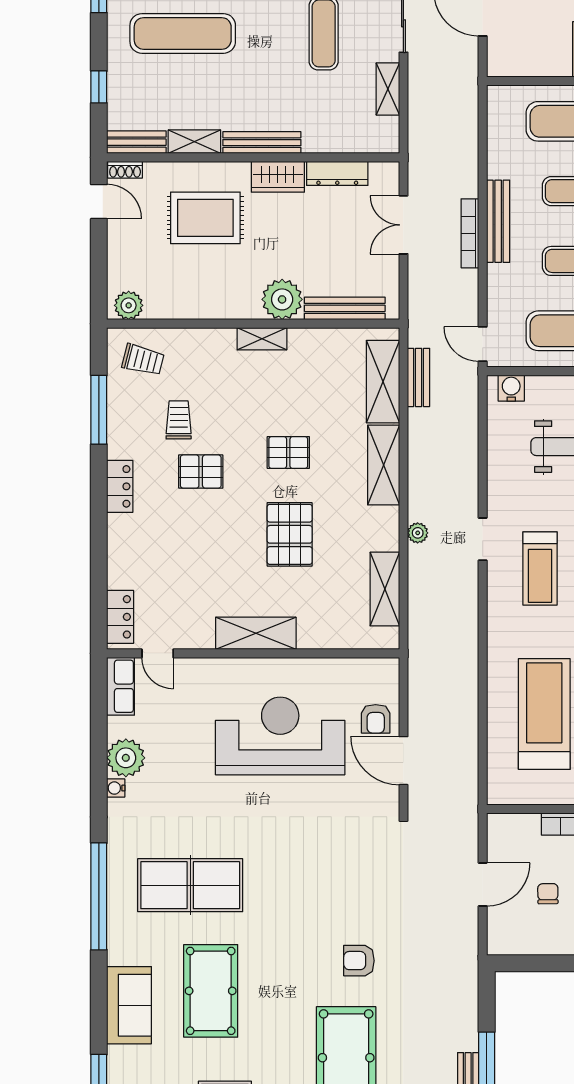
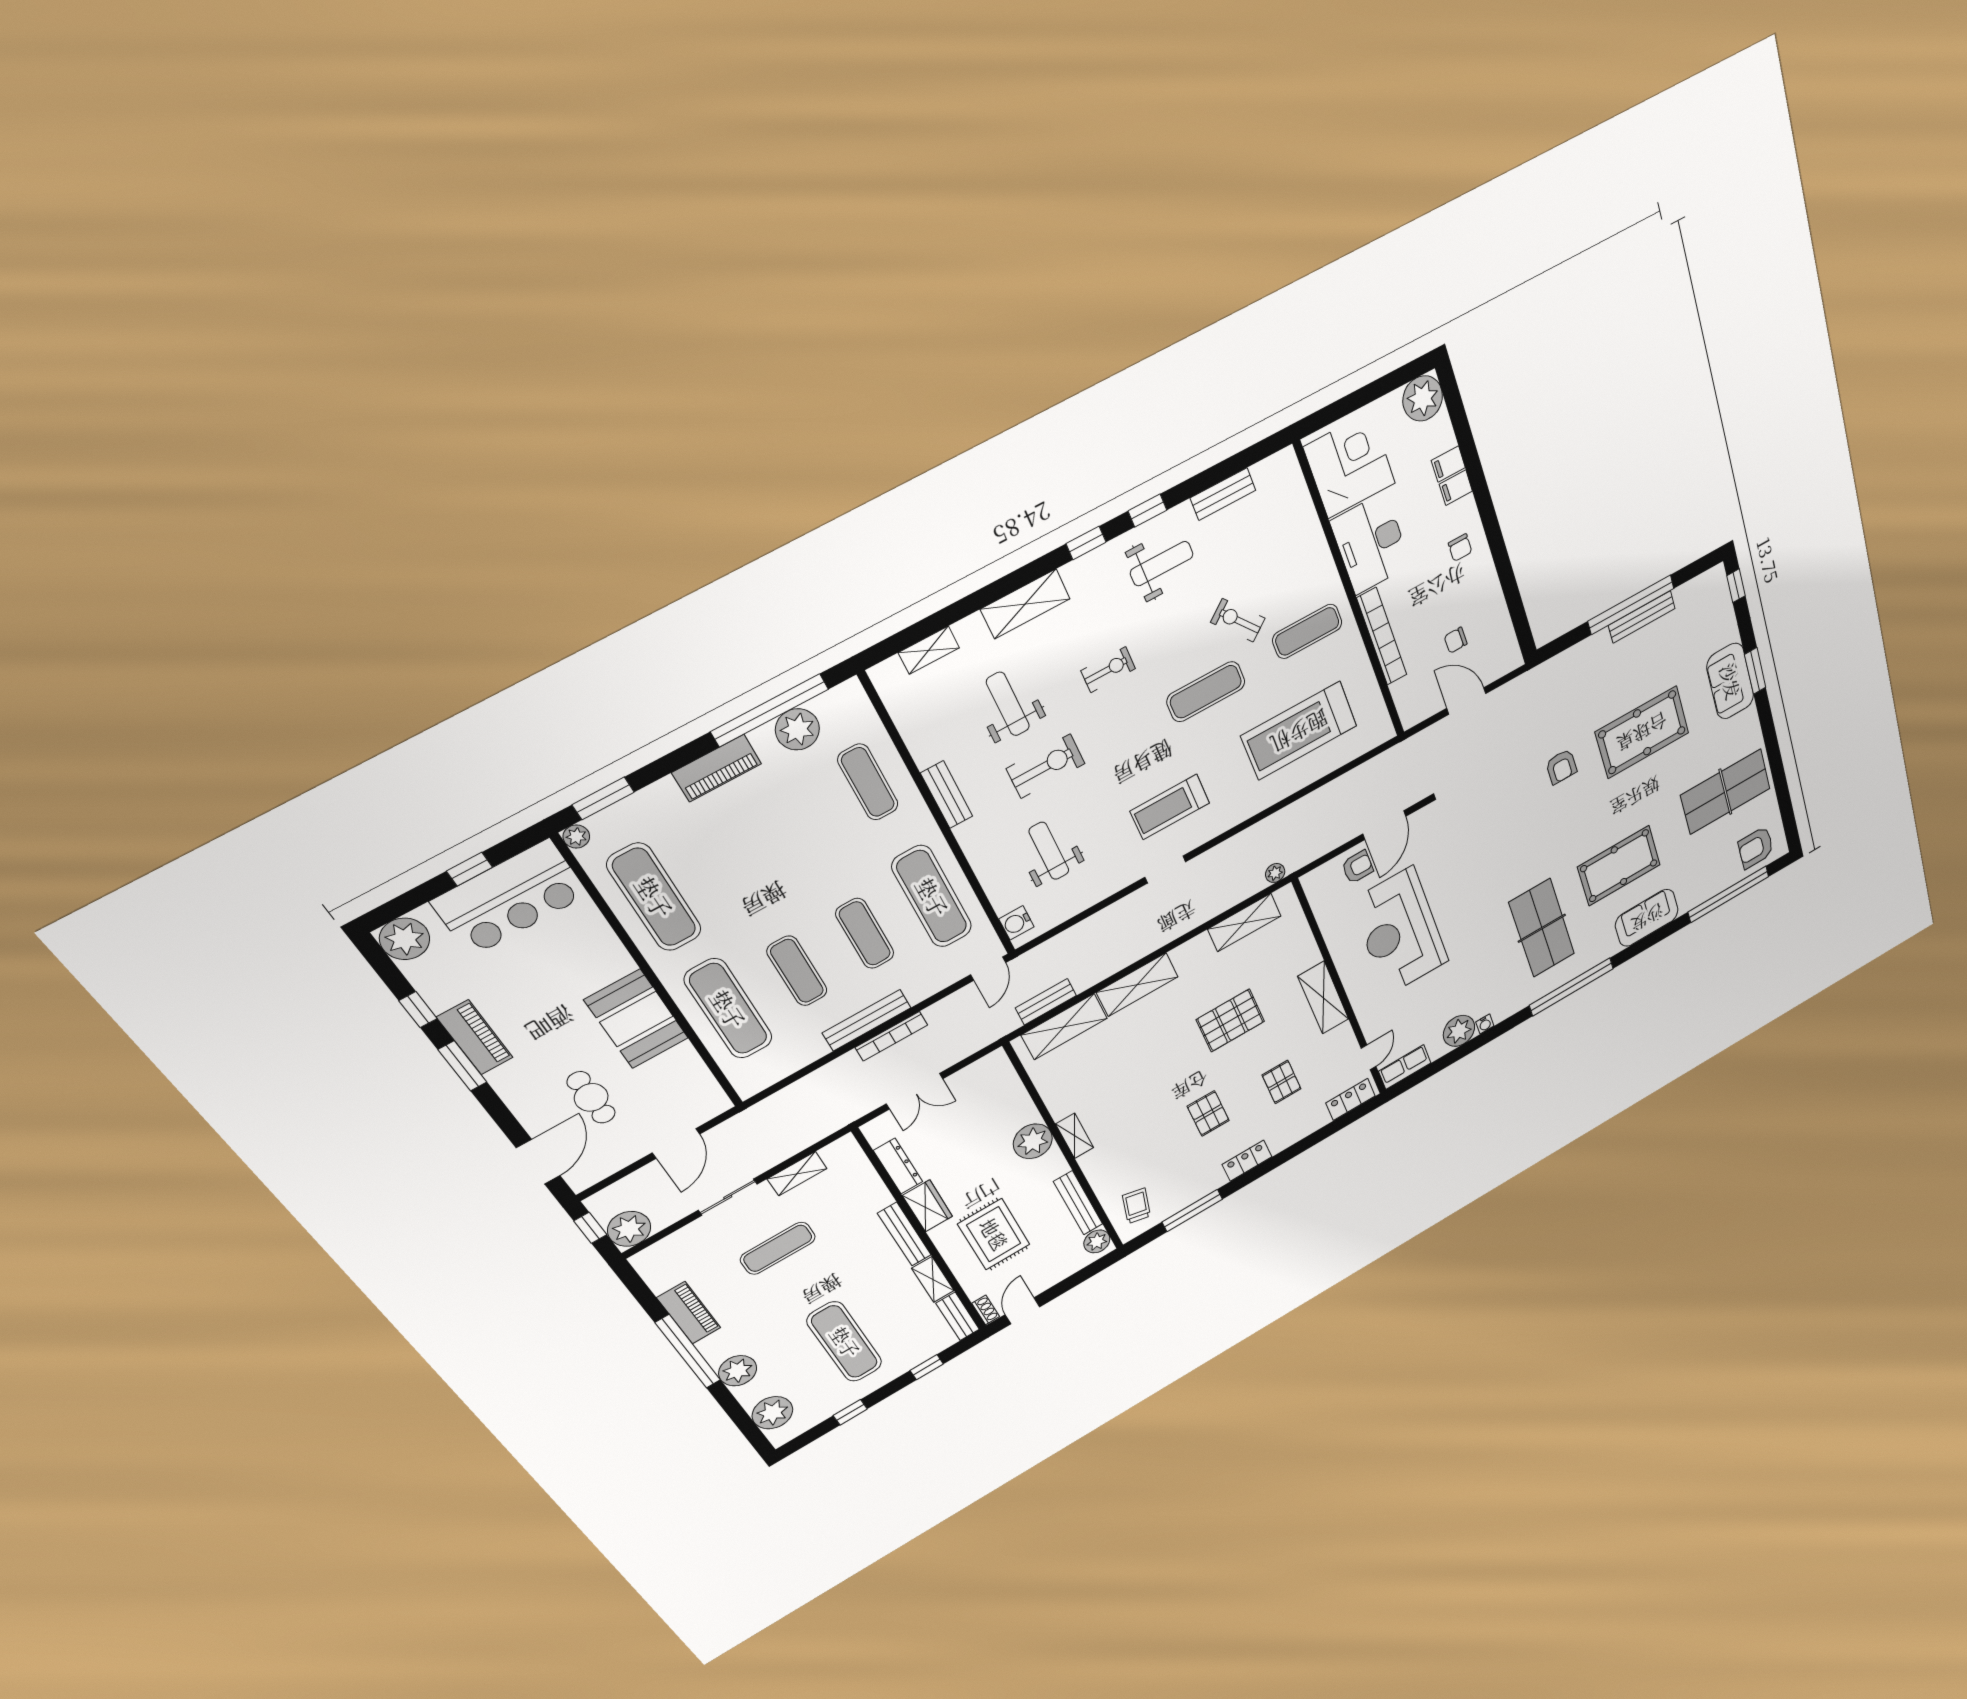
bench: (345, 308) -> (1078, 1203), moved
trolley: (179, 420) -> (1173, 1153), removed
pallet: (288, 453) -> (1281, 1082), moved
plant: (418, 533) -> (1275, 873), moved
treadmill: (540, 569) -> (1170, 807), turned 180

